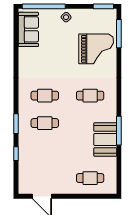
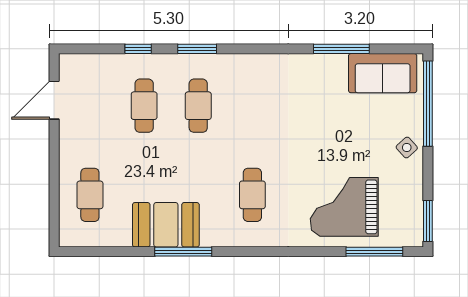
grand piano: (96, 49) -> (344, 207), turned 90
window: (16, 50) -> (341, 49), added
cafe table: (45, 96) -> (144, 106), moved

